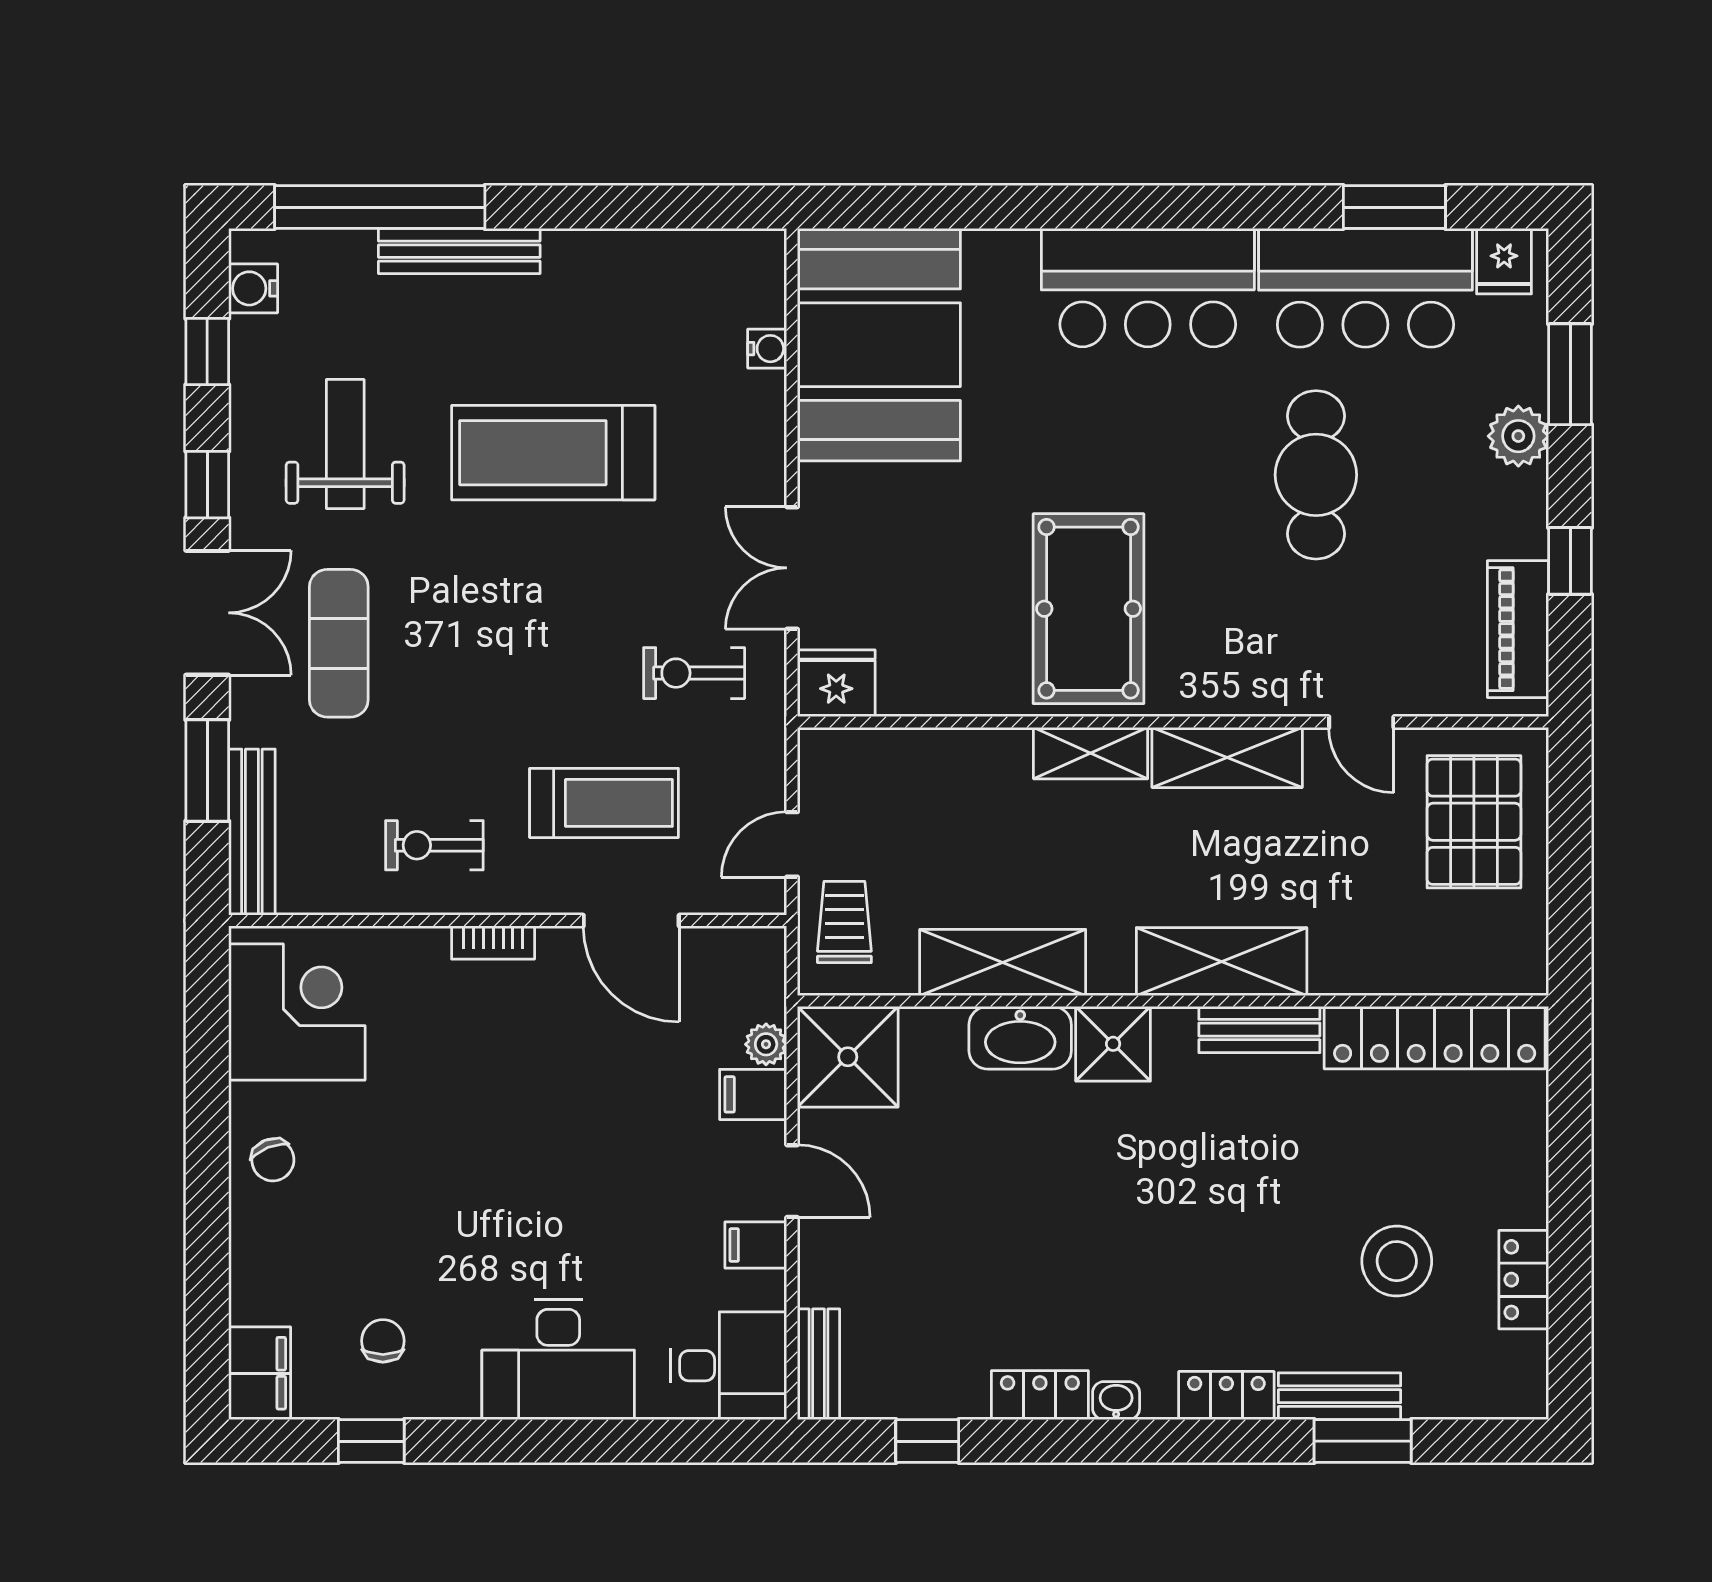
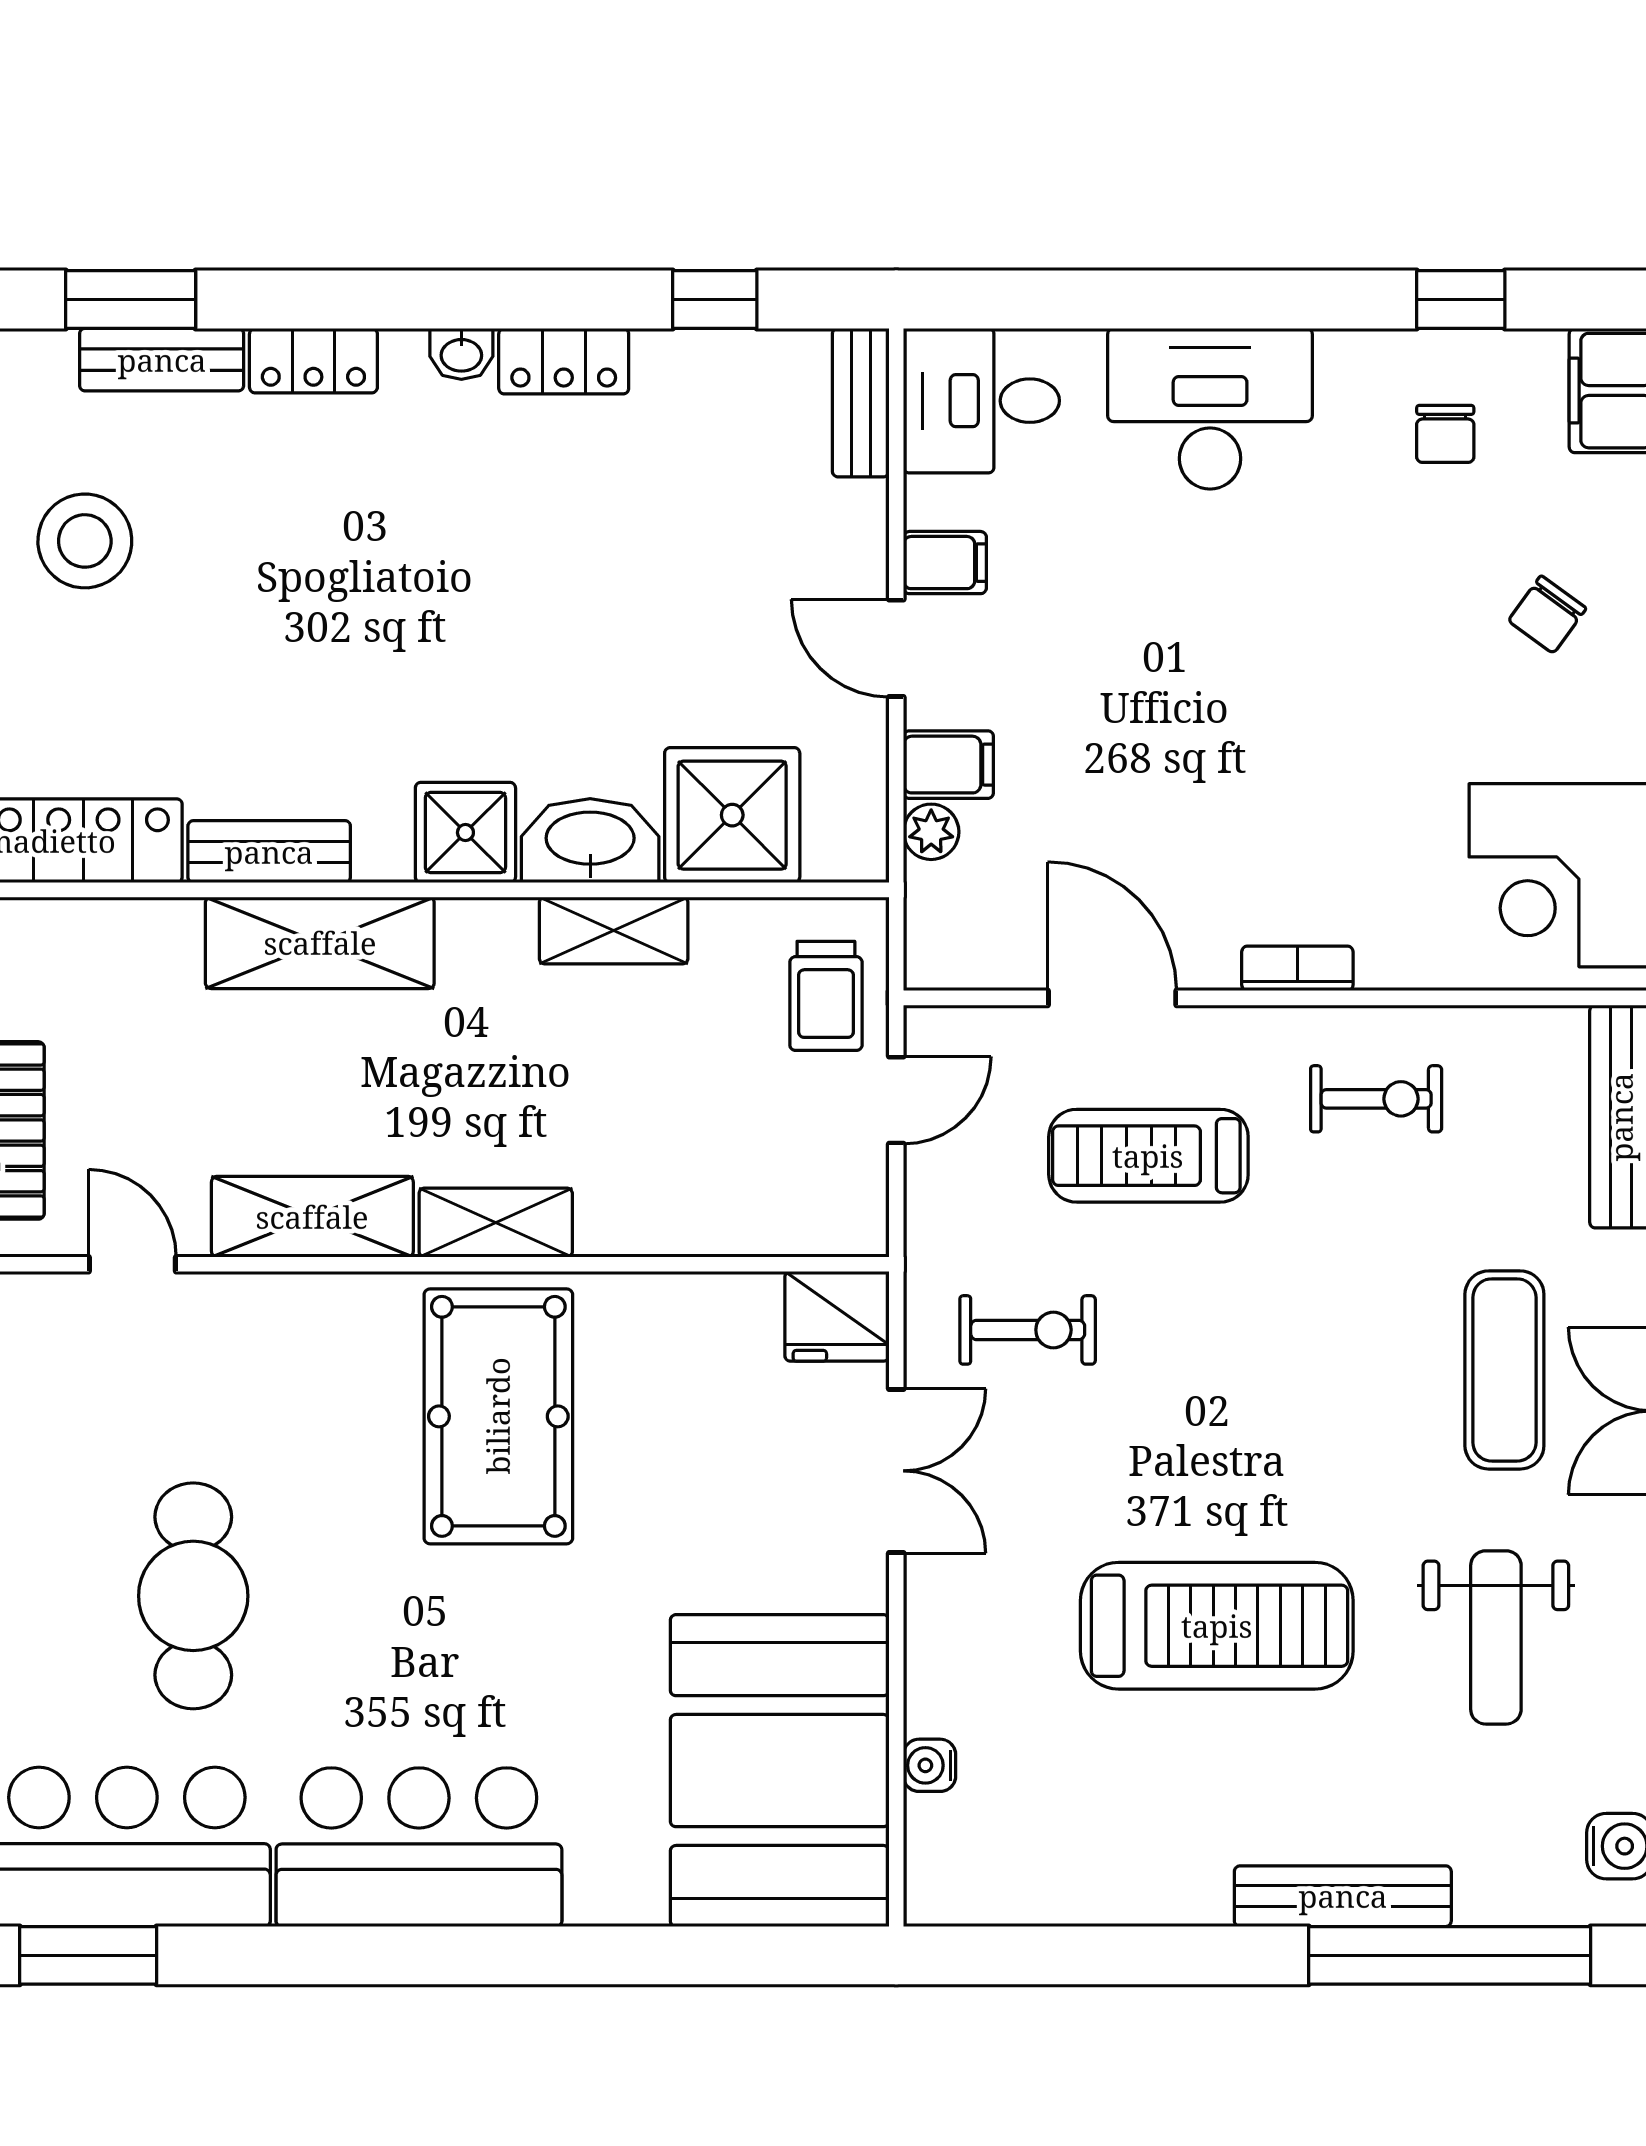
shelving: (1003, 962) -> (614, 930), width x0.67, depth x0.75
shower: (848, 1057) -> (732, 815), moved
chair: (273, 1160) -> (1547, 614), moved, turned -122

